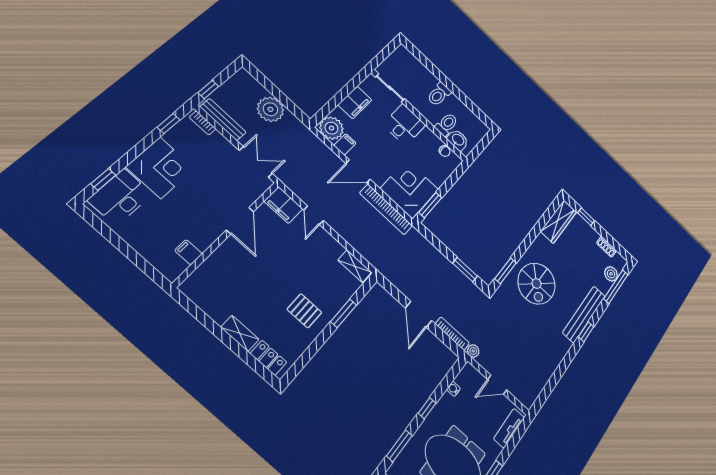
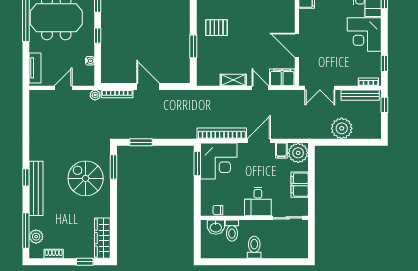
shelving: (355, 266) -> (233, 80), moved

